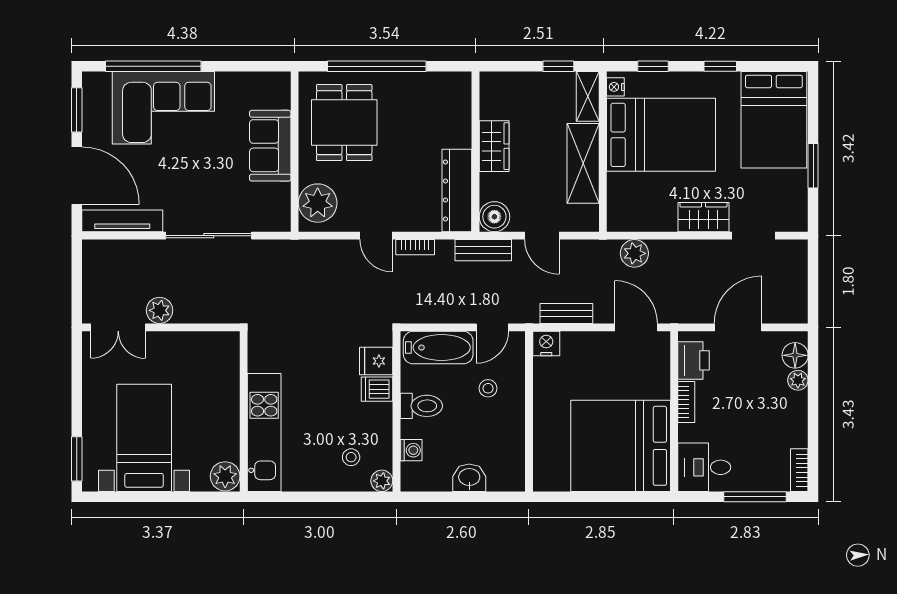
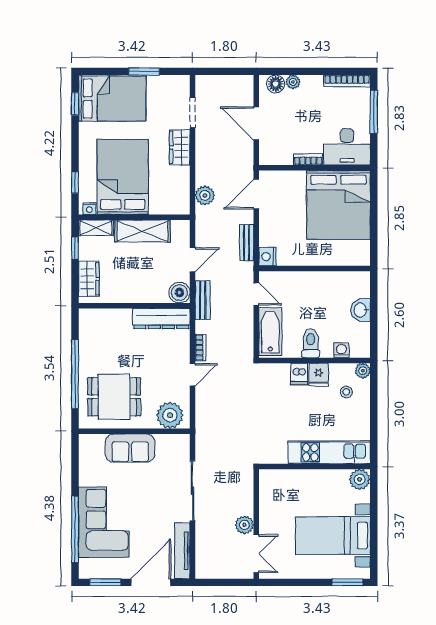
window: (720, 66) -> (75, 104), moved
wardrobe: (494, 146) -> (89, 279), moved, turned 90
printer: (694, 360) -> (279, 154), removed
fridge: (376, 361) -> (319, 375), moved
stool: (488, 388) -> (299, 297), removed
desk: (704, 467) -> (347, 147), width x1.37
bookcase: (799, 470) -> (347, 81), width x1.56

